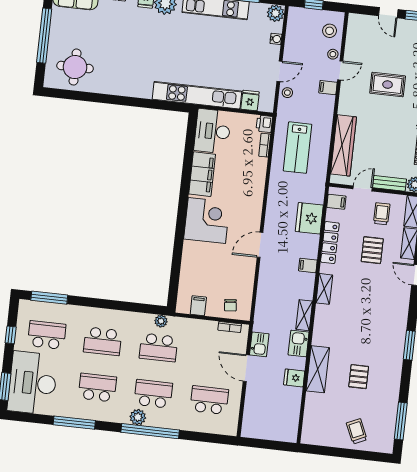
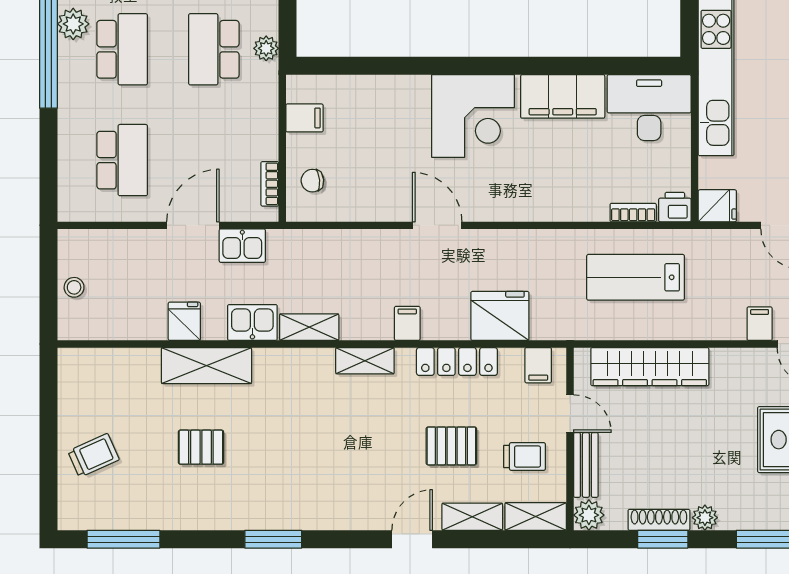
stool: (287, 93) -> (74, 287), moved
fridge: (250, 101) -> (717, 206), moved

